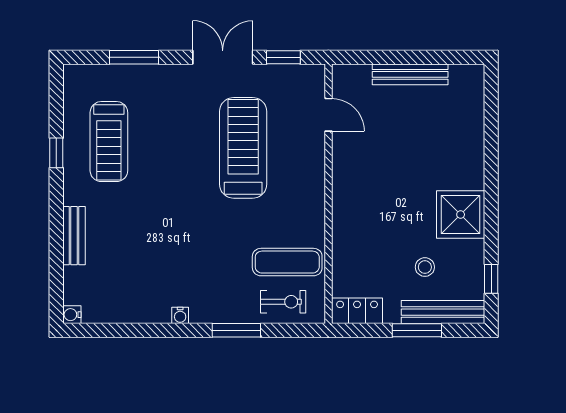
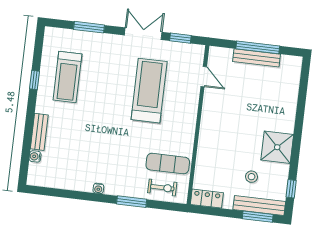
window: (410, 57) -> (258, 47), added
water cooler: (72, 315) -> (35, 156), moved
window: (417, 330) -> (258, 217), moved

